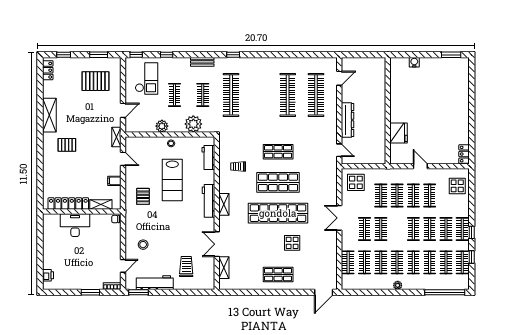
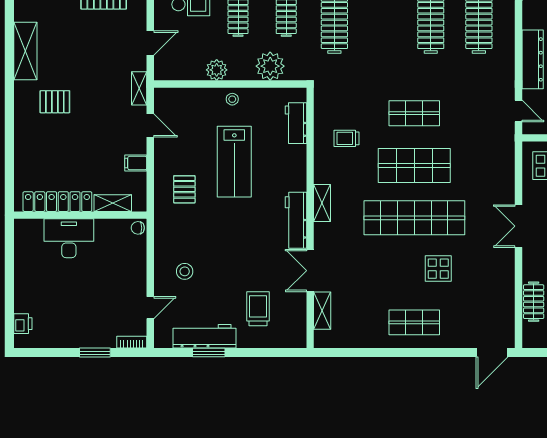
workbench: (209, 201) -> (296, 220), moved
window: (139, 292) -> (209, 353), moved

